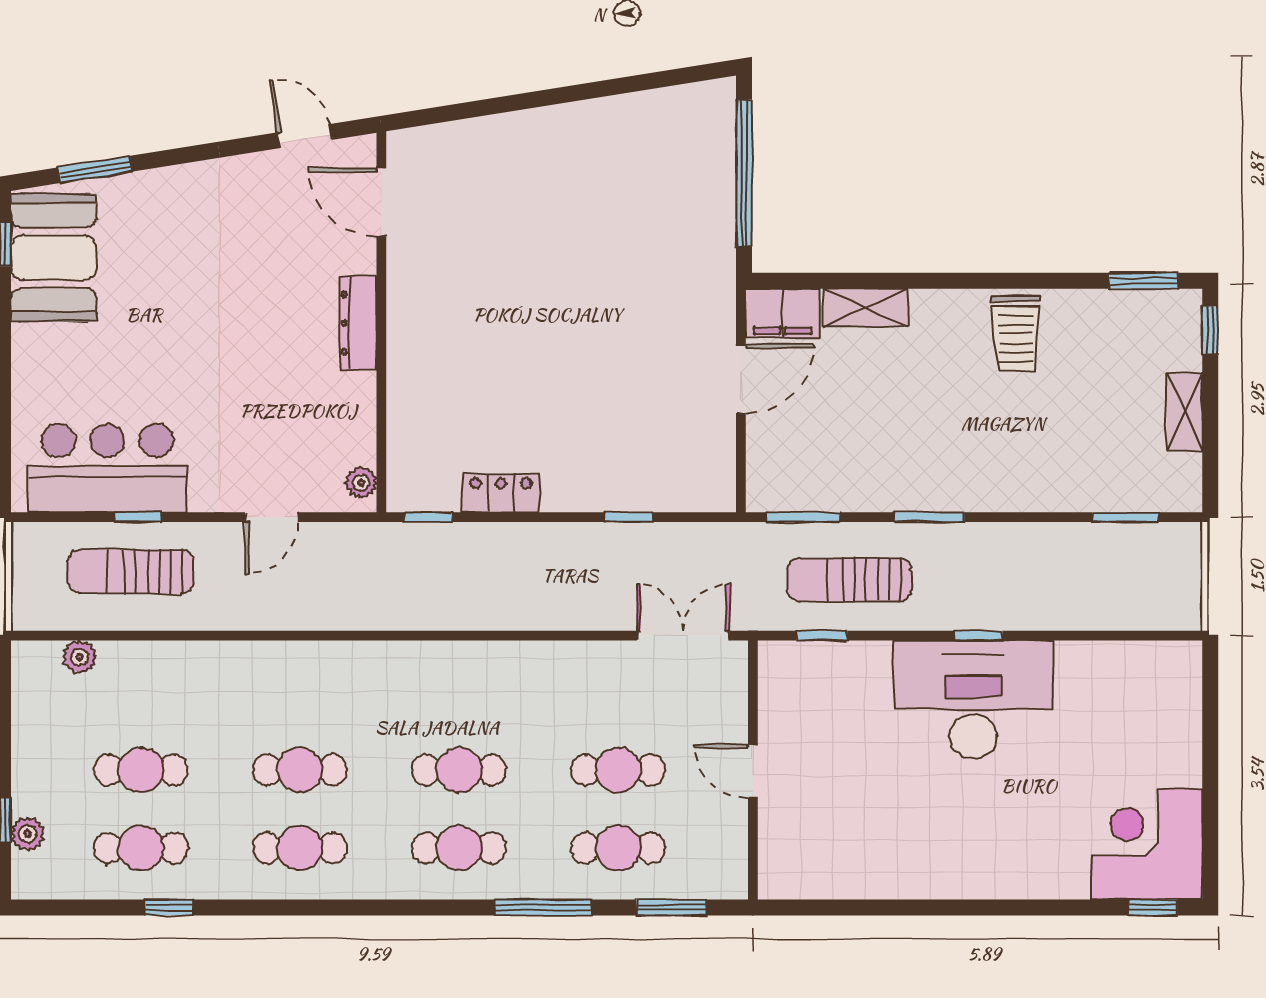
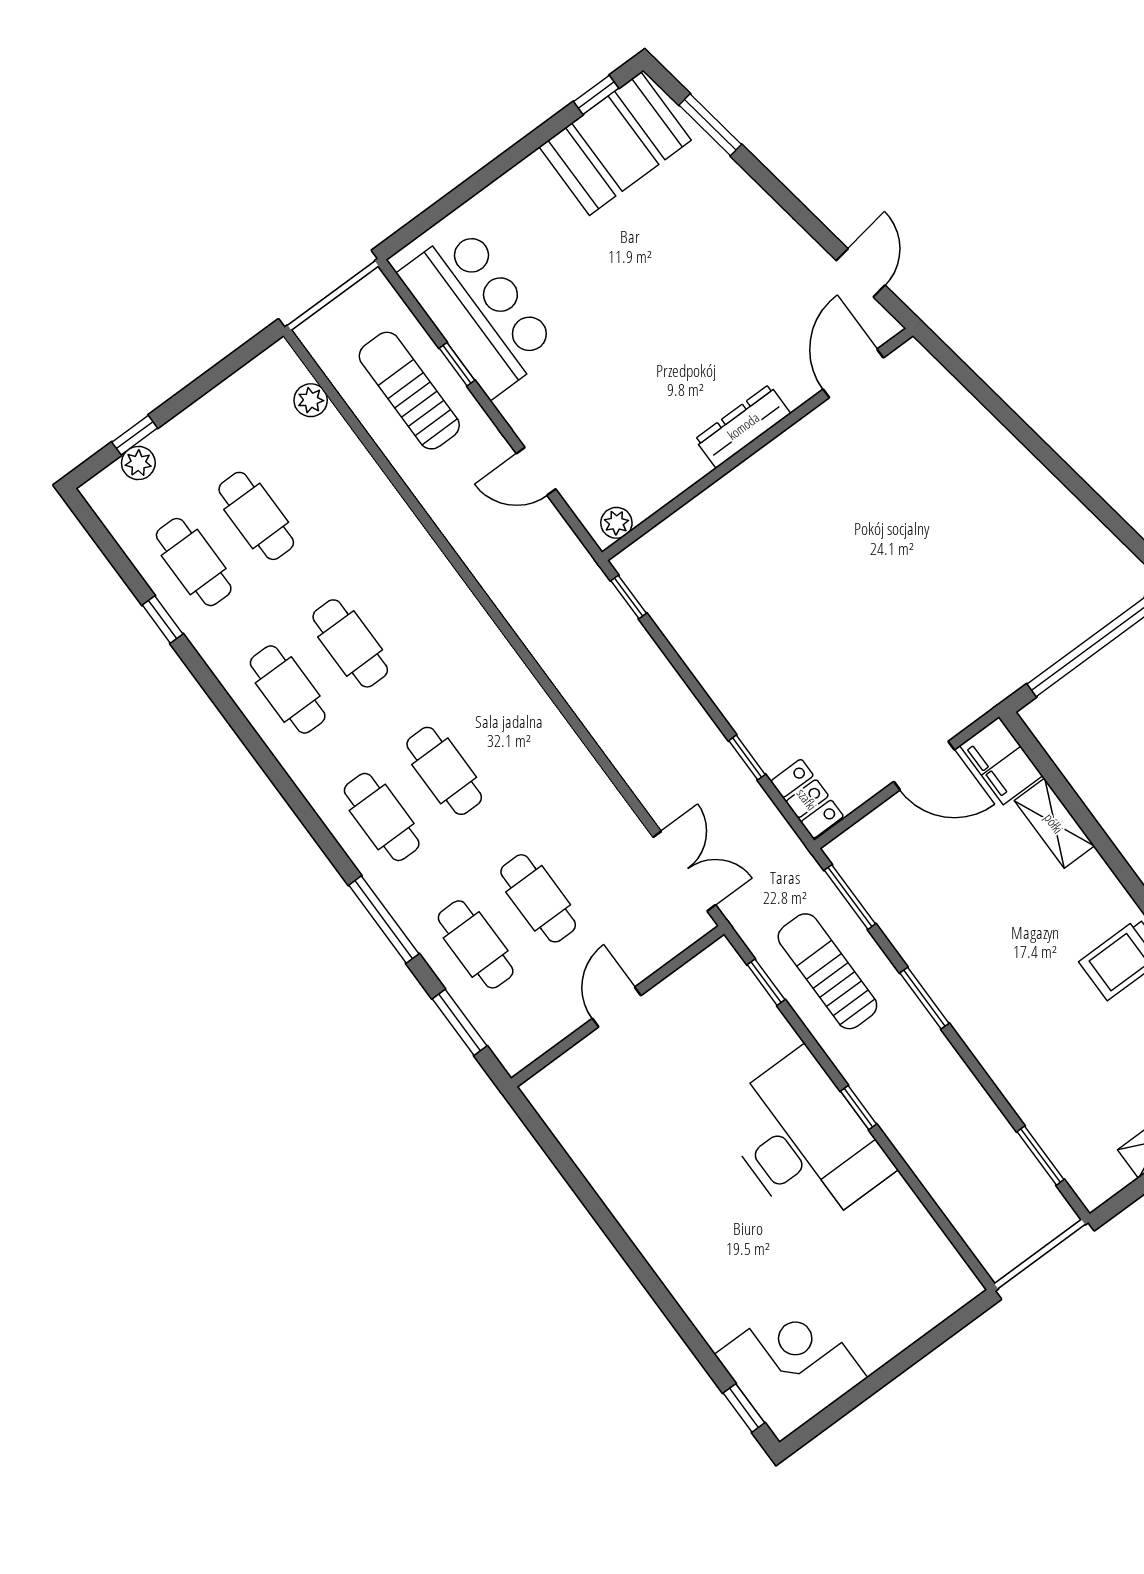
locker: (501, 493) -> (807, 799), moved

